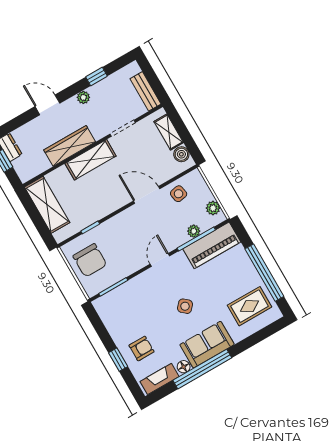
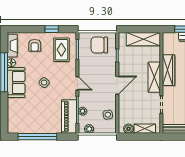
door: (147, 195) -> (117, 85), moved
rug: (250, 306) -> (61, 50), moved
window: (118, 360) -> (52, 29), moved

